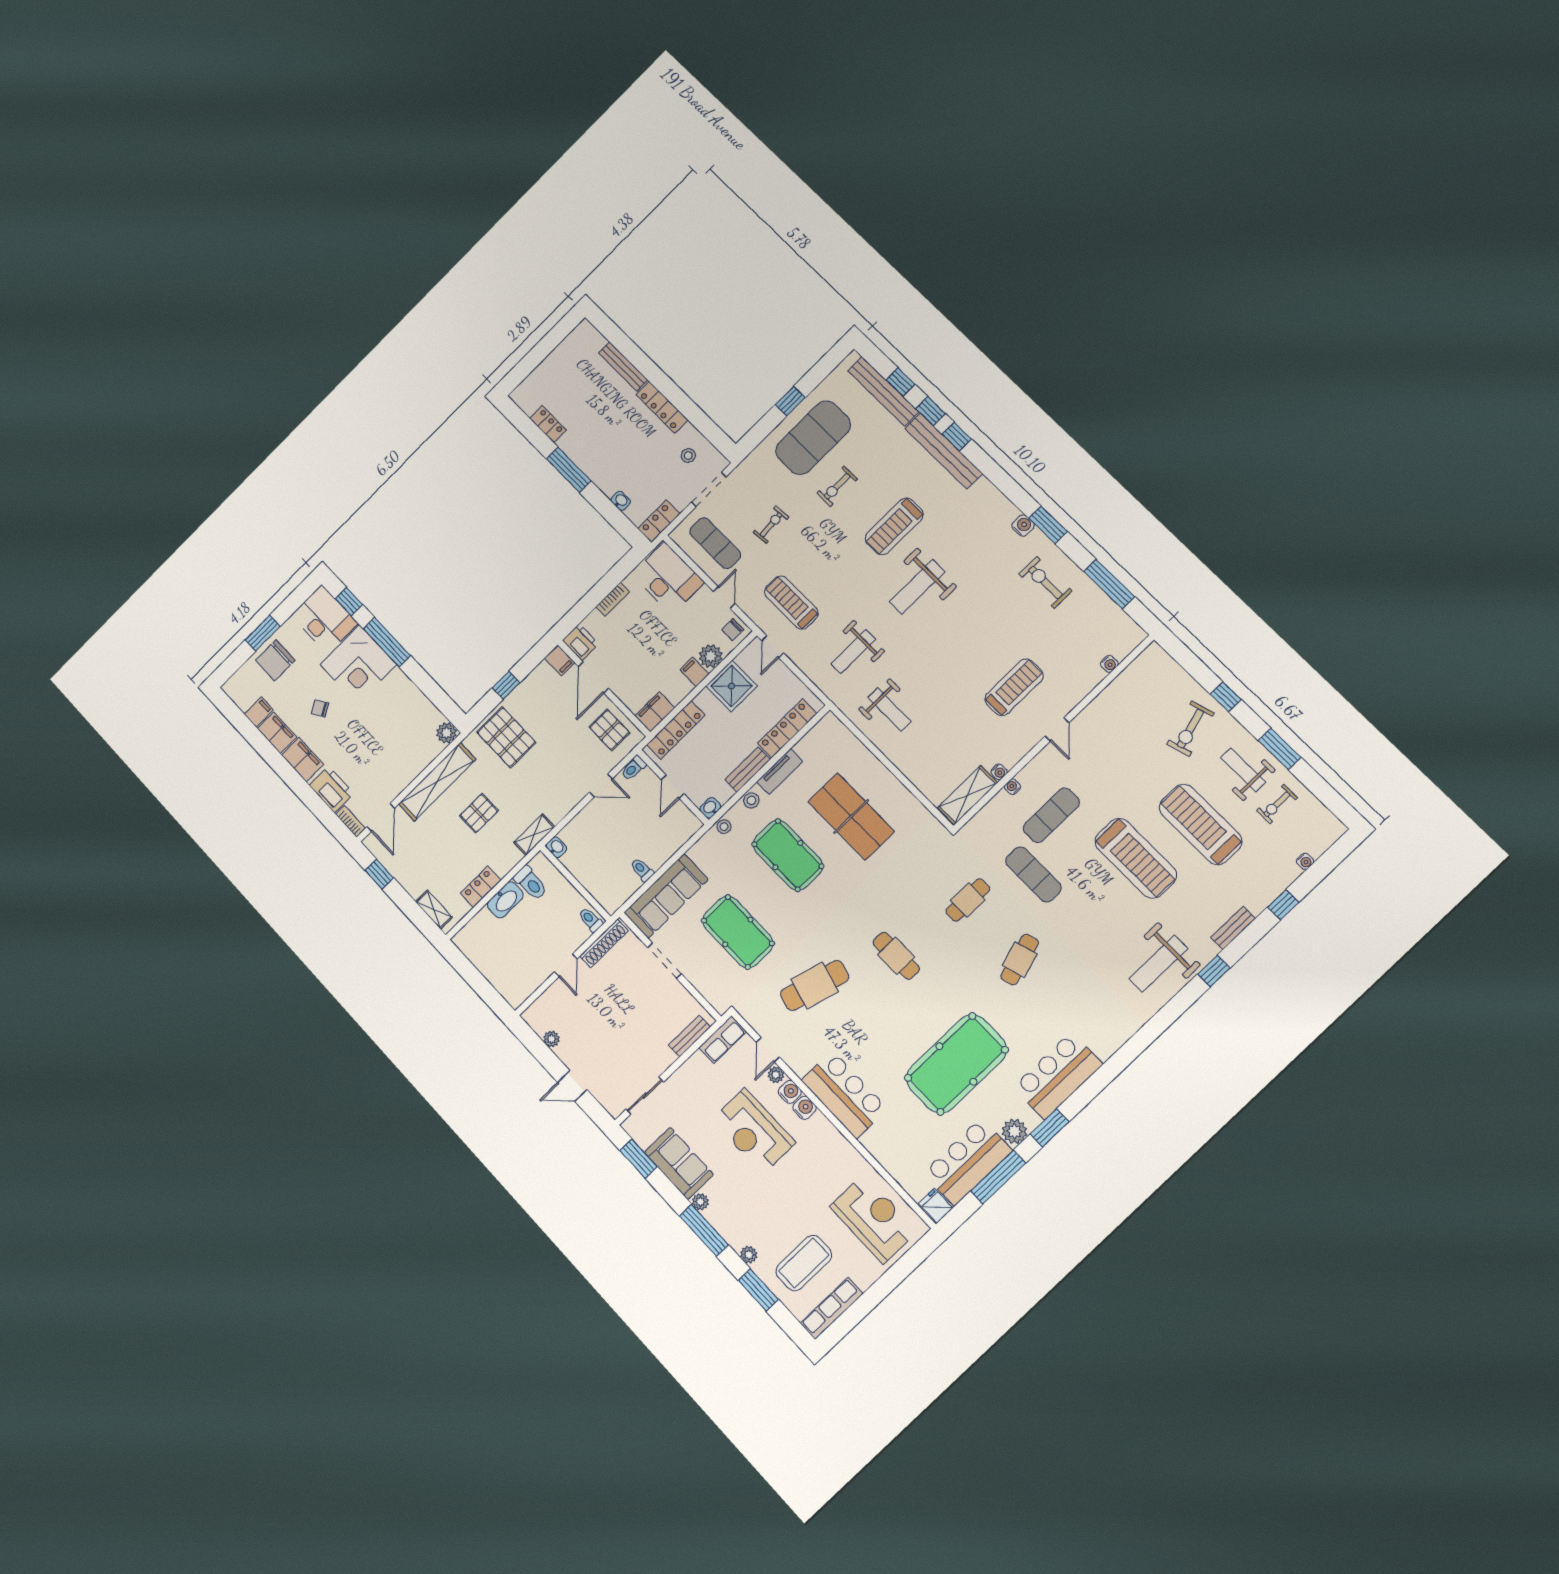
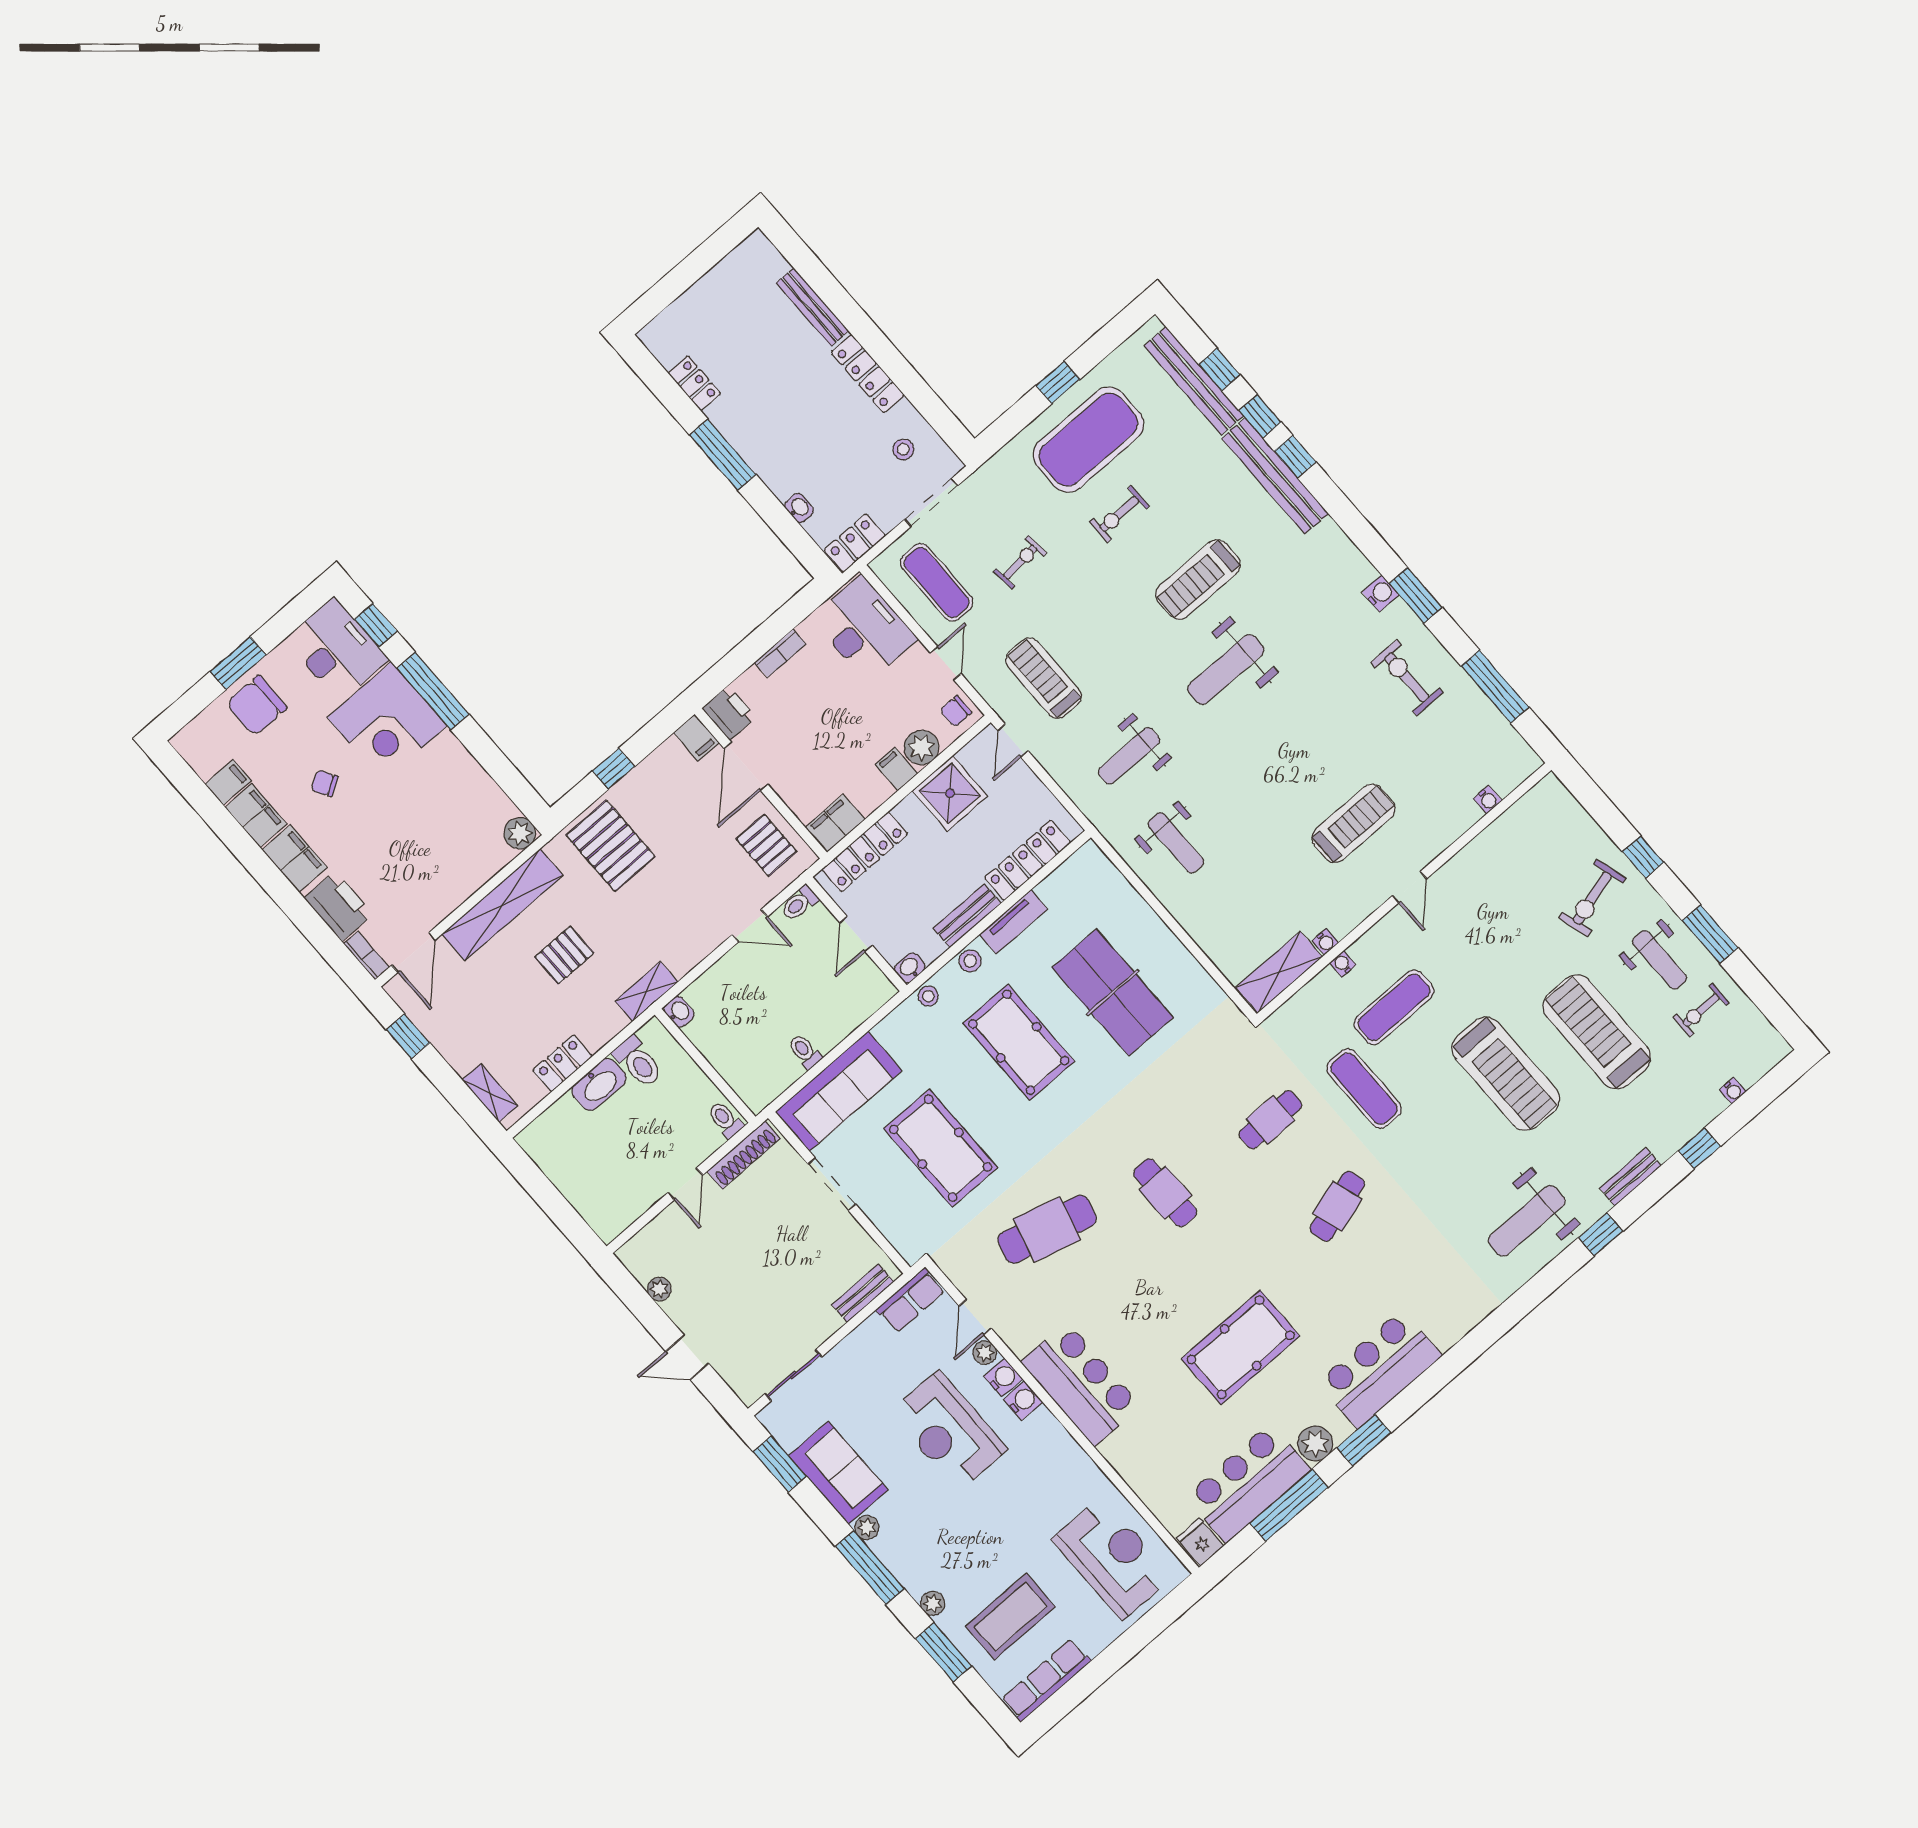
weight bench: (1243, 770) -> (1659, 960), turned 180
pool table: (956, 1064) -> (1241, 1347), width x0.73, depth x0.76

